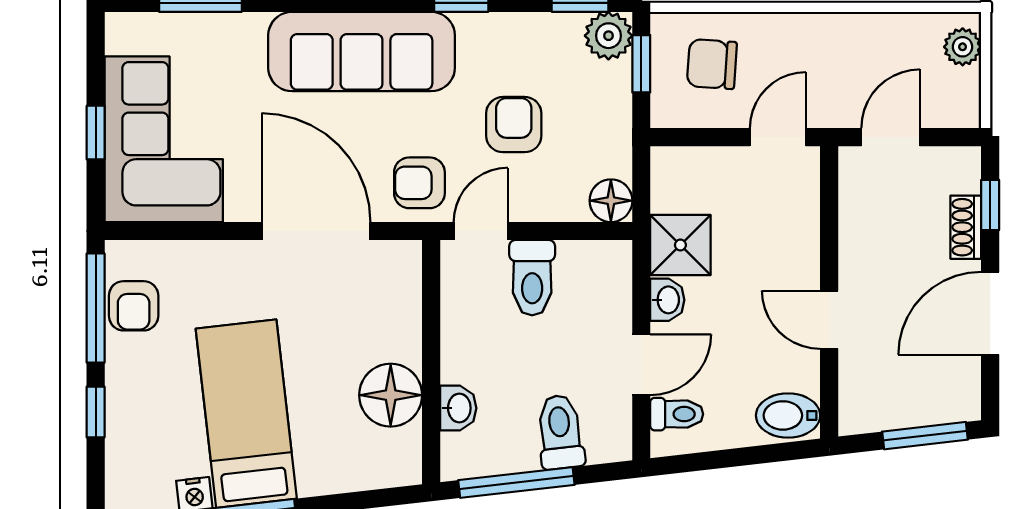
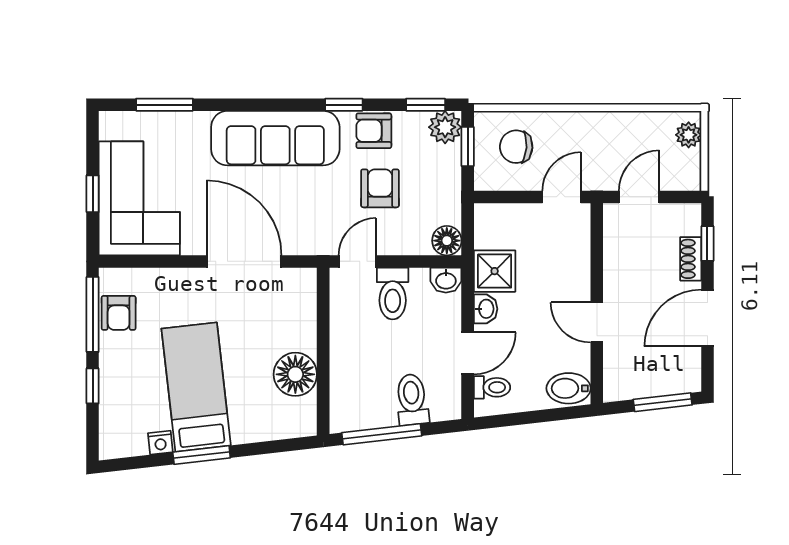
armchair: (419, 183) -> (374, 131), moved
washbasin: (458, 408) -> (446, 280), moved, turned 90

